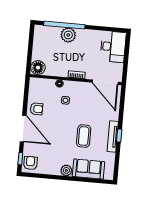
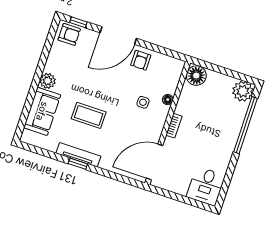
plant: (68, 35) -> (243, 91), moved
desk: (113, 47) -> (206, 186), width x0.73

